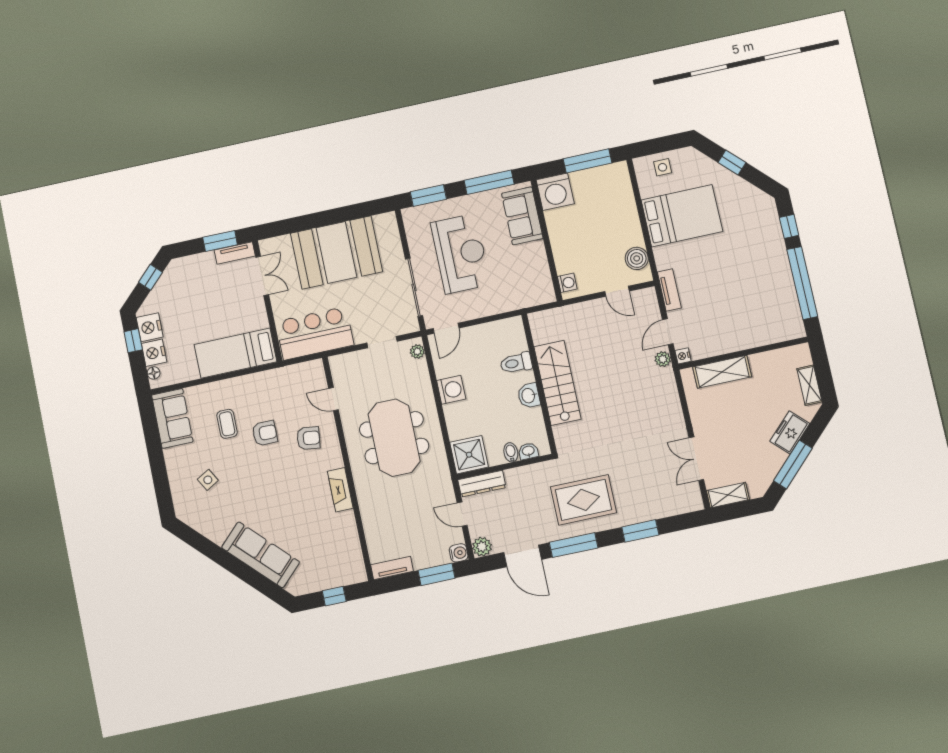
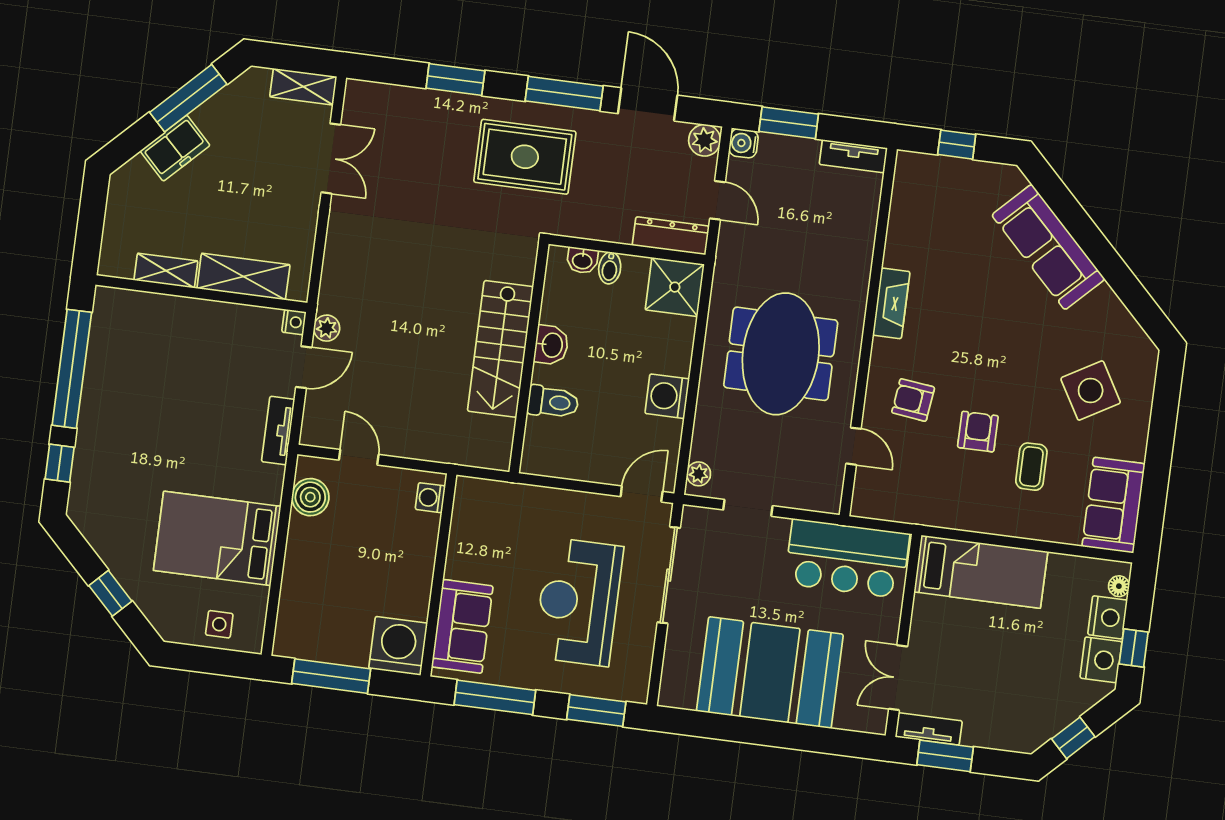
shelving: (809, 385) -> (166, 271), moved, turned 90
armchair: (265, 433) -> (978, 432), turned 90
side table: (208, 480) -> (1091, 391), width x1.87, depth x1.87

